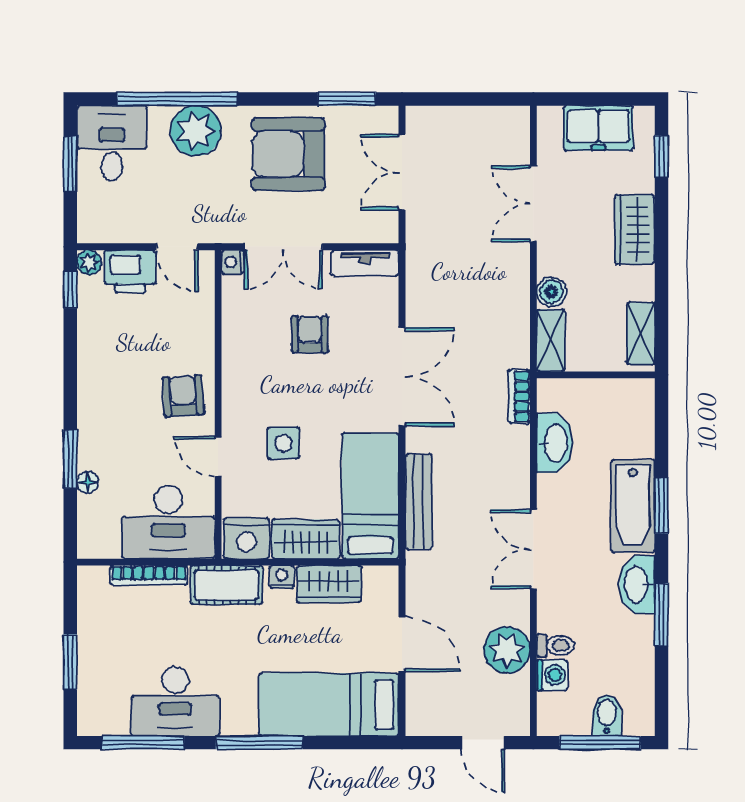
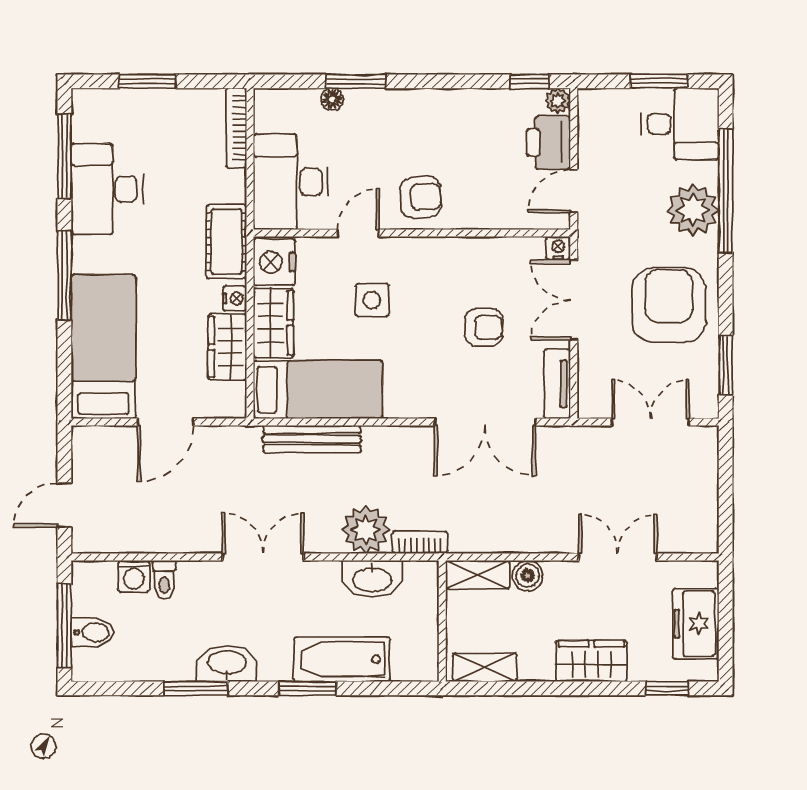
double door: (402, 377) -> (485, 422), moved
bathtub: (633, 506) -> (342, 659), moved
bookcase: (149, 575) -> (236, 128), moved
plant: (507, 650) -> (366, 530), moved

